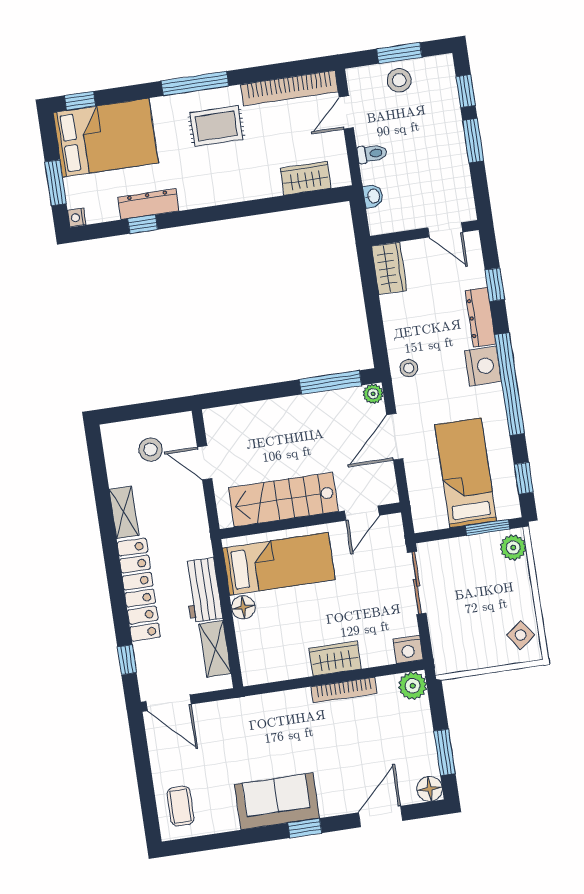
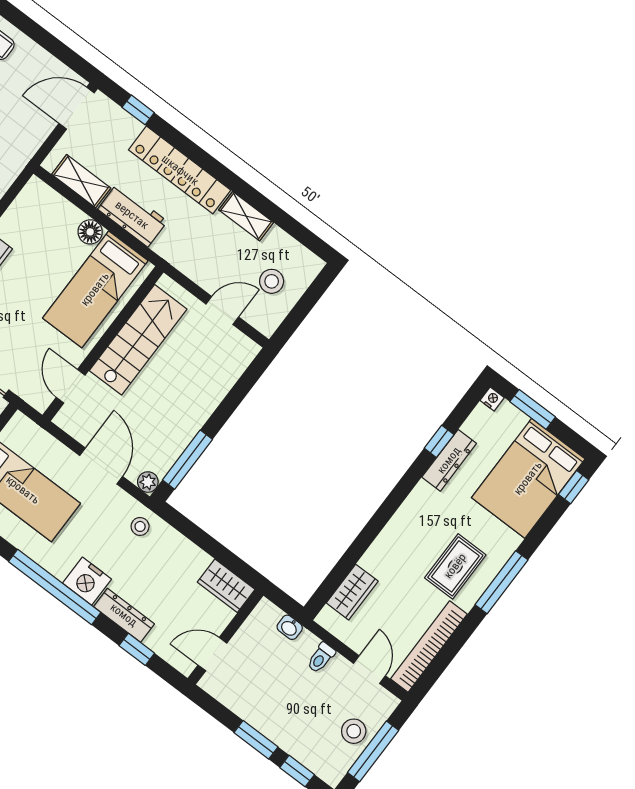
window: (399, 53) -> (373, 751), width x1.44

